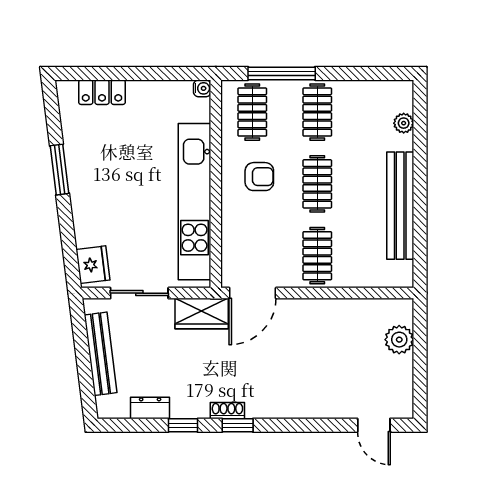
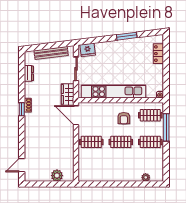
bench: (400, 206) -> (112, 176), removed
window: (183, 425) -> (22, 87), removed

